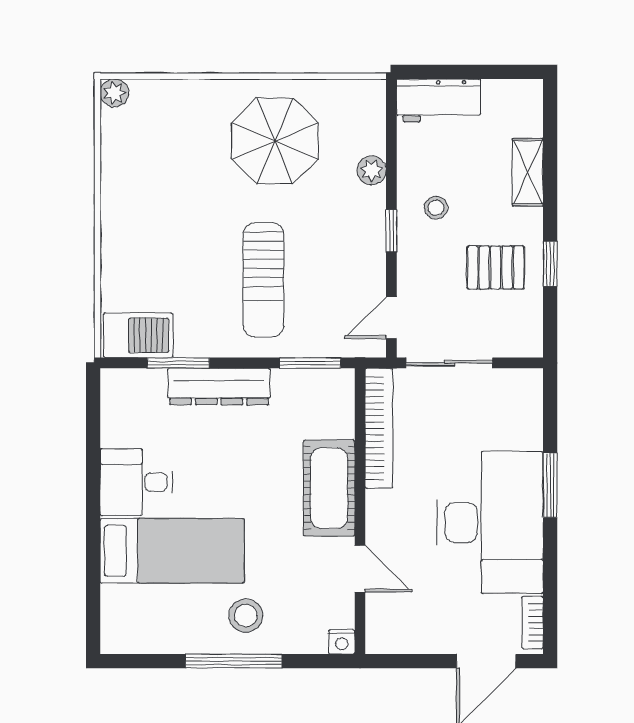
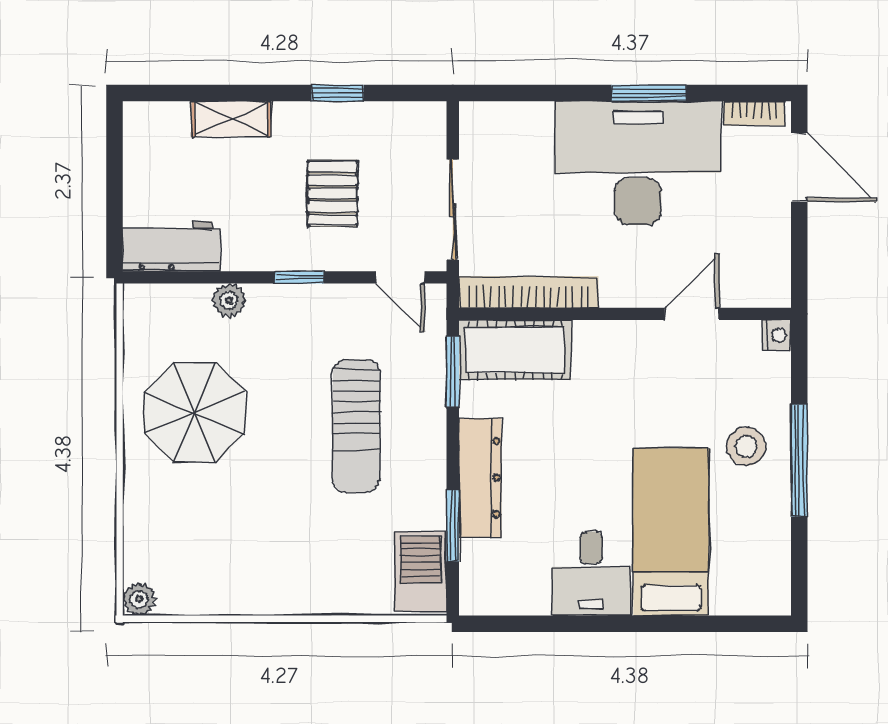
workbench: (438, 100) -> (171, 246), moved, turned -90
stool: (436, 208) -> (272, 226), removed
pallet: (496, 267) -> (332, 193), moved
sun lounger: (264, 280) -> (356, 426), turned 90
window: (550, 485) -> (649, 93), moved
cot: (329, 488) -> (515, 350), moved

